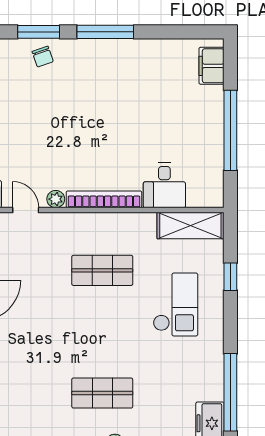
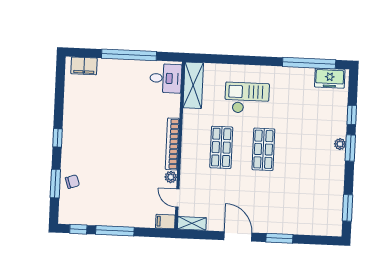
window: (105, 32) -> (57, 138), width x0.46
desk: (164, 185) -> (166, 78), moved
door: (26, 210) -> (177, 198), hinge flipped
window: (230, 277) -> (230, 59), removed
shop shelf: (102, 393) -> (263, 149), moved

